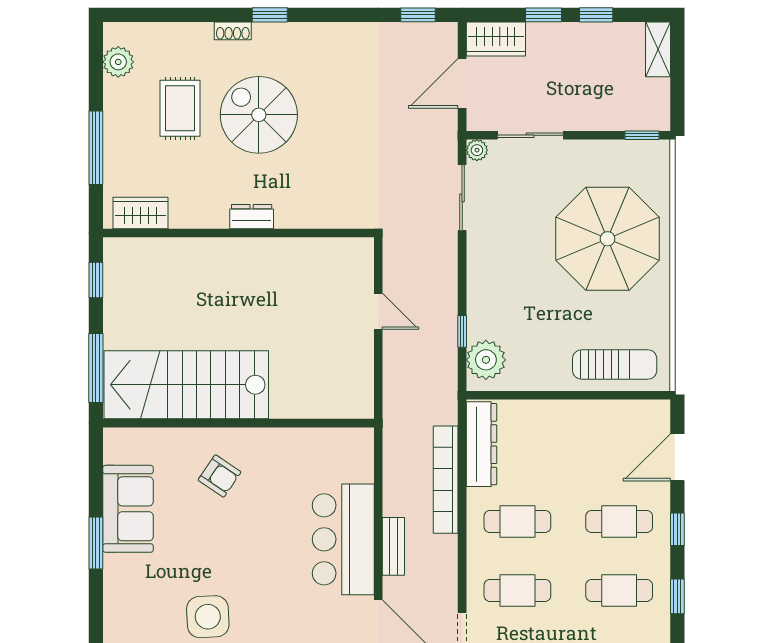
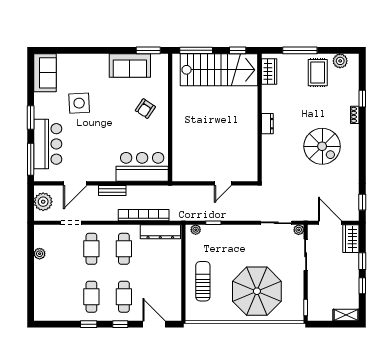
window: (270, 15) -> (362, 99), moved
rug: (180, 108) -> (318, 73), moved, turned 90
spiral stairs: (259, 115) -> (322, 146), moved, turned 90
plant: (486, 360) -> (196, 230), width x0.53, depth x0.53
sun lounger: (615, 364) -> (203, 281), moved, turned 180
stairs: (186, 385) -> (219, 70), moved, turned 90
bar counter: (343, 539) -> (142, 167), moved
window: (96, 543) -> (148, 50), moved

